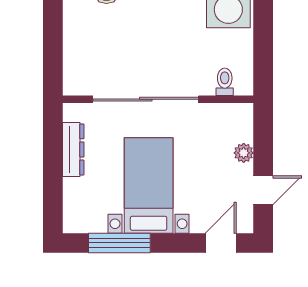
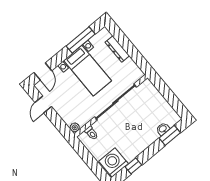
dresser: (73, 149) -> (117, 49), moved
plant: (244, 153) -> (75, 127), moved

